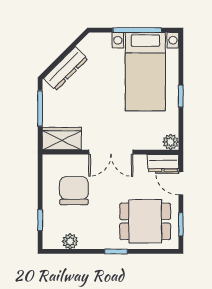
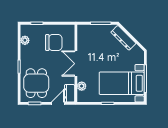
wardrobe: (62, 139) -> (84, 36), removed
plant: (171, 142) -> (82, 86), moved

